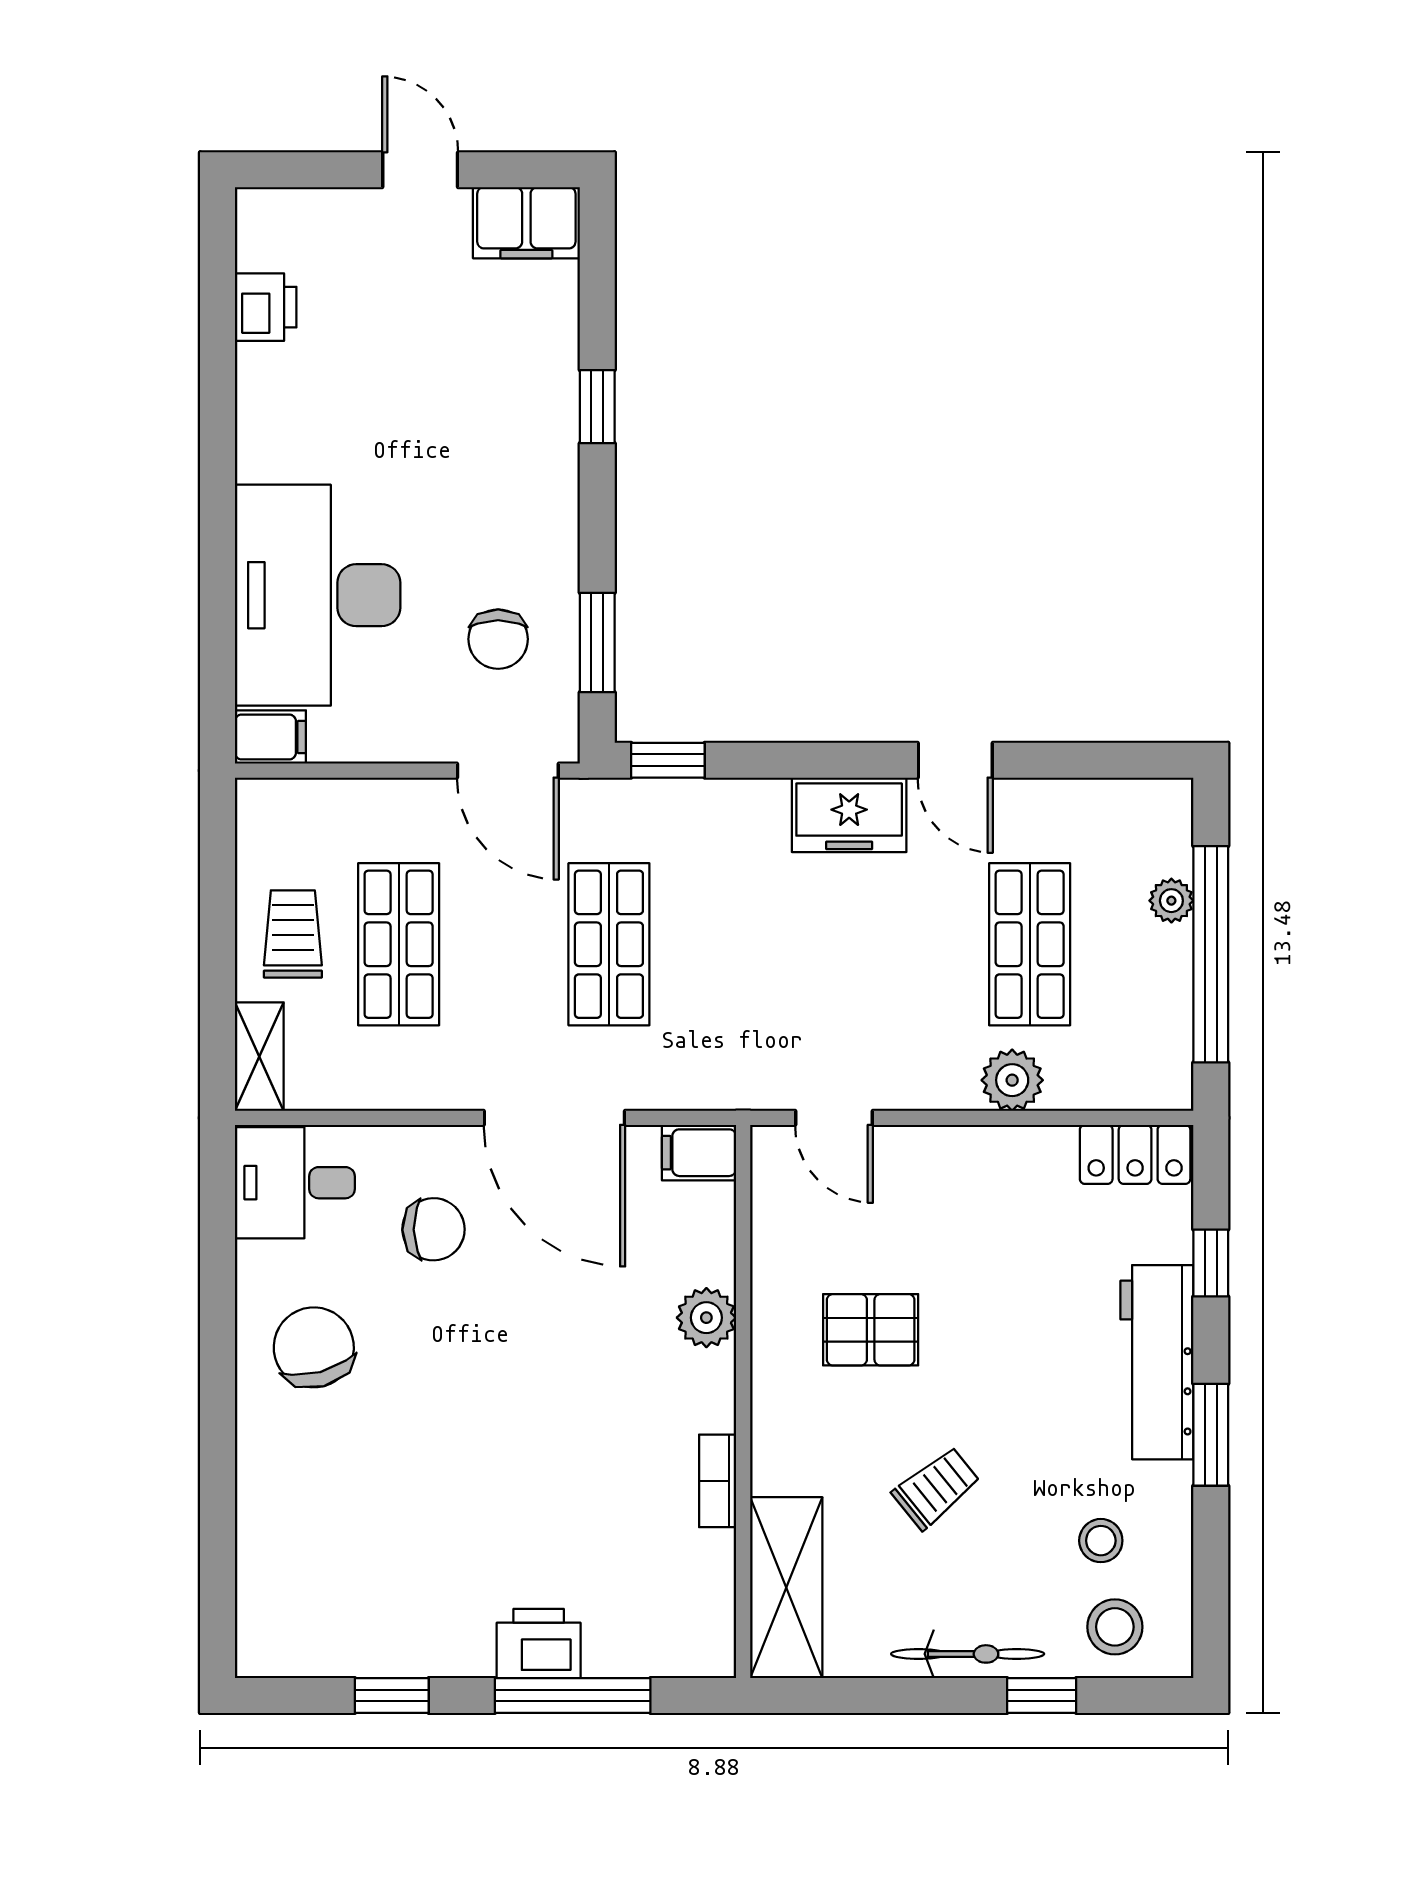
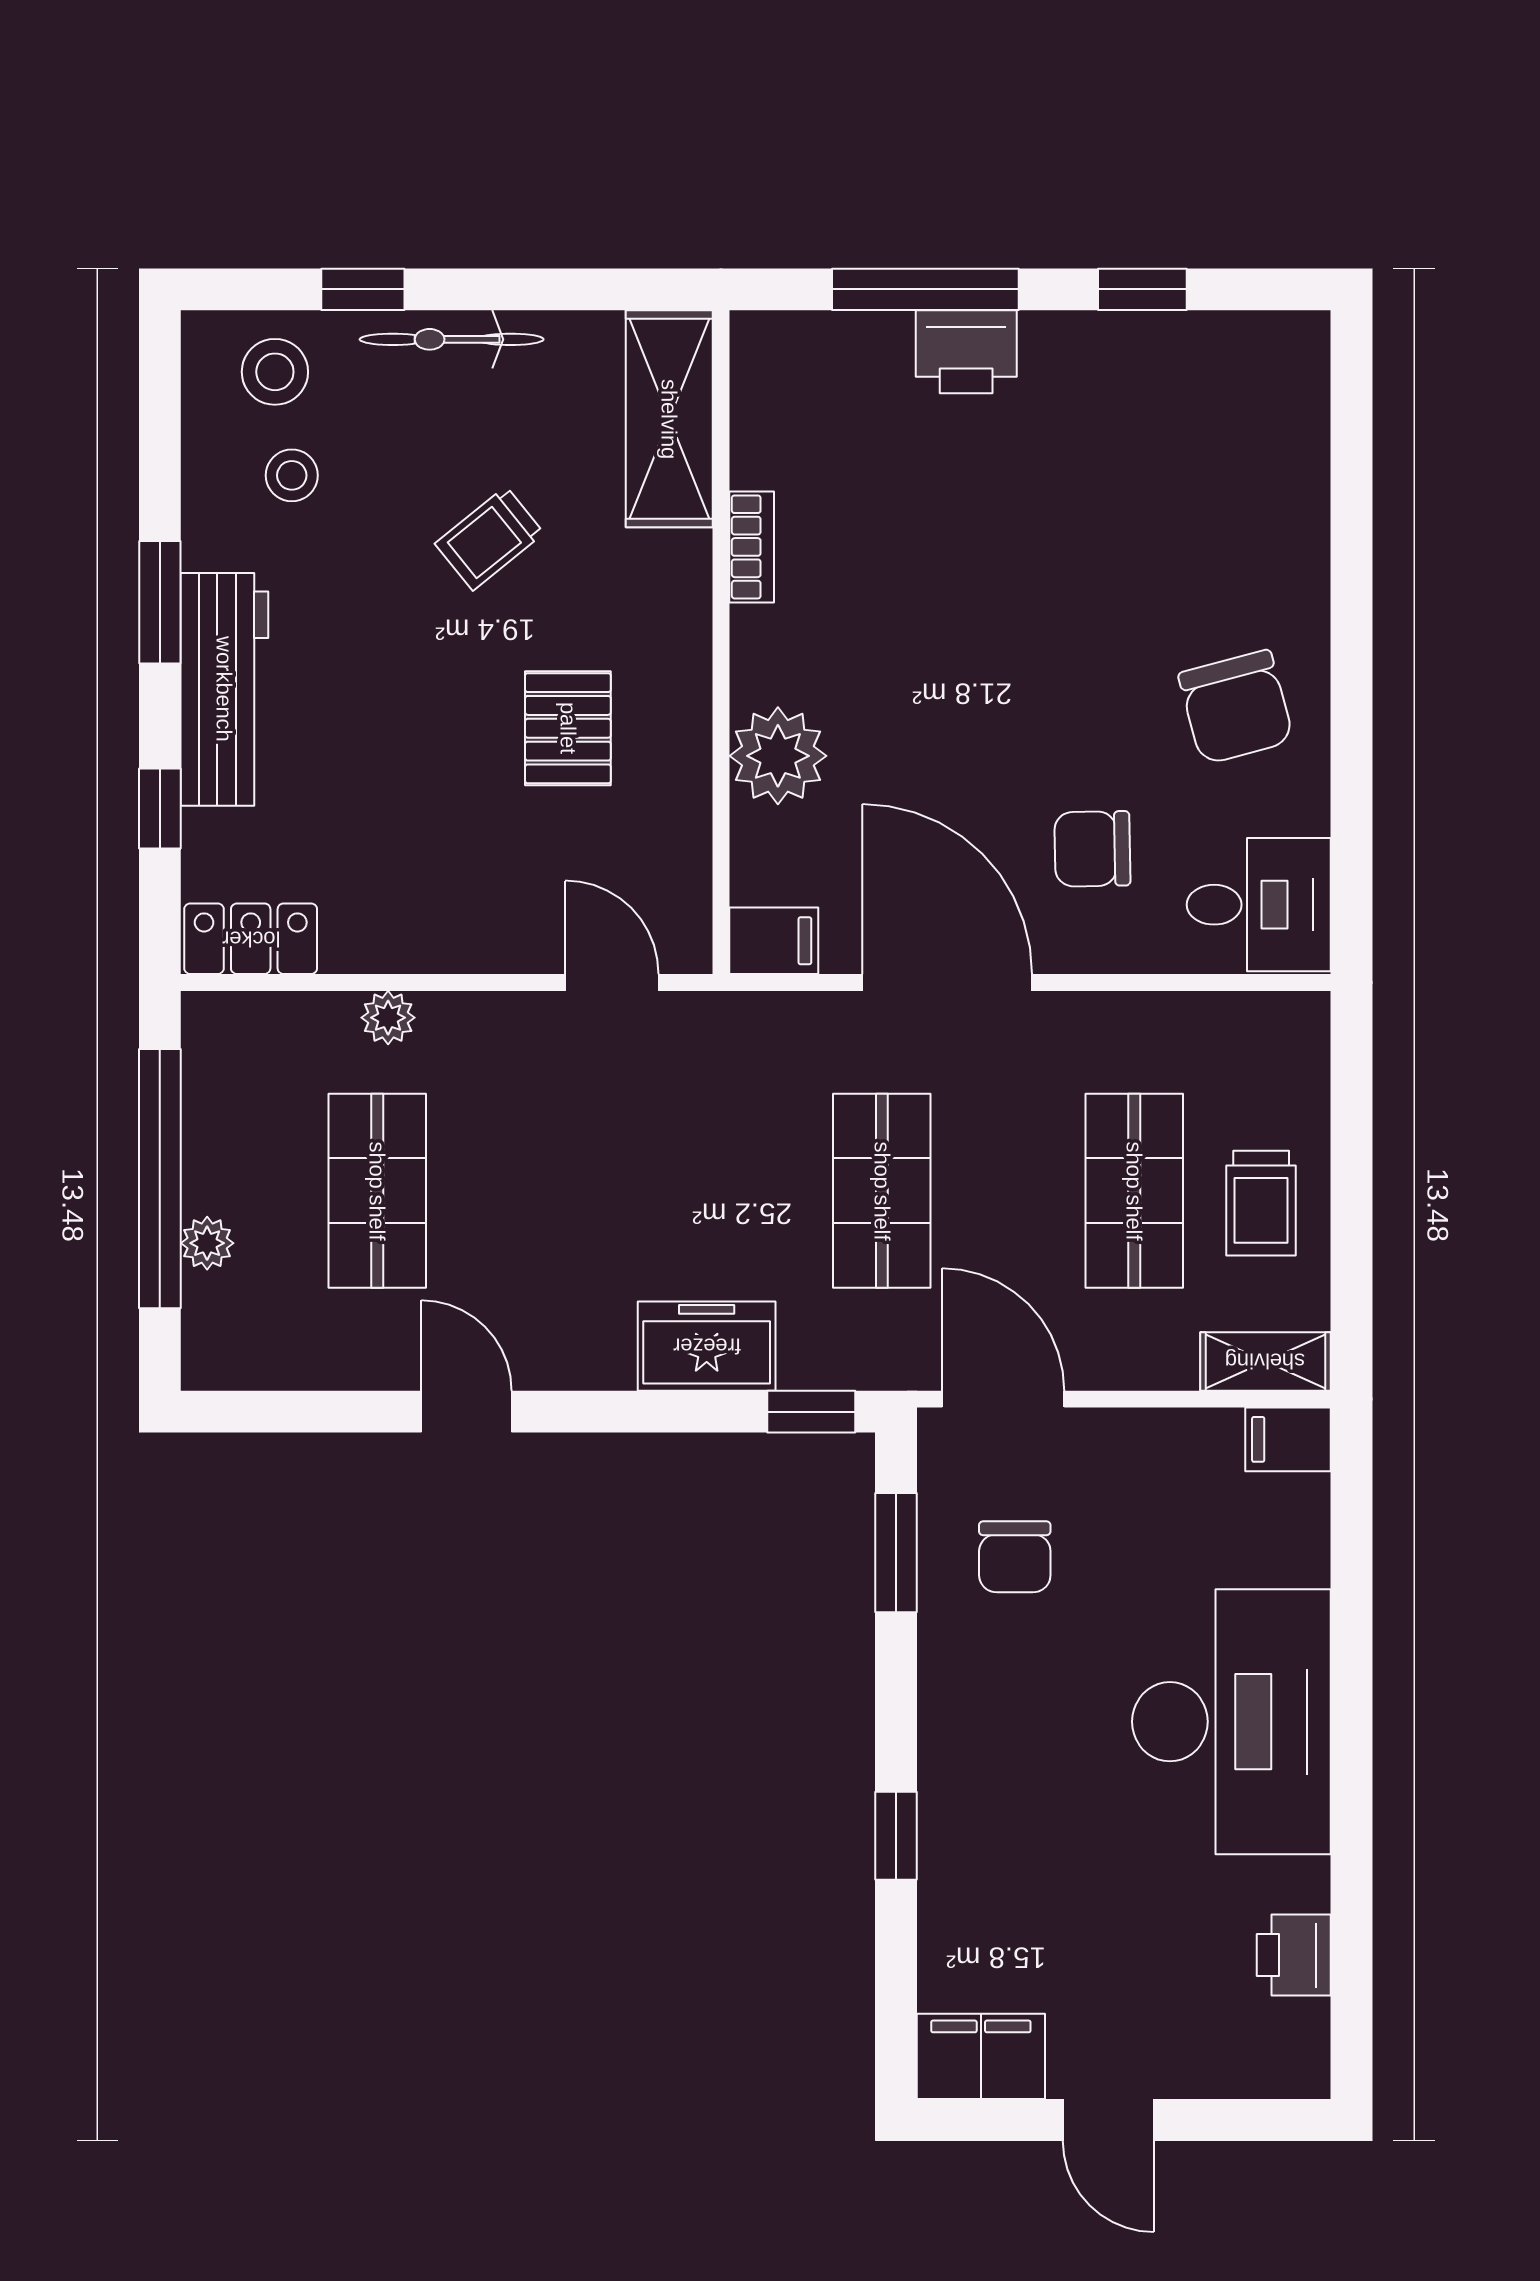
desk: (318, 595) -> (1231, 1722), moved
chair: (498, 639) -> (1015, 1557), turned 180
freezer: (849, 815) -> (707, 1346), moved
shelving: (259, 1057) -> (1265, 1361), moved, turned 90
plant: (1012, 1080) -> (388, 1018), width x0.73, depth x0.73
plant: (706, 1318) -> (778, 756), width x1.36, depth x1.36
pallet: (871, 1330) -> (568, 728), turned 90

